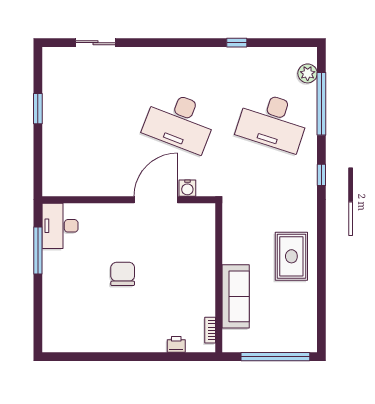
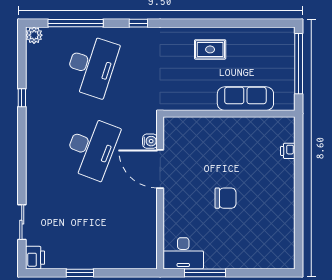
printer: (55, 58) -> (35, 258), added
plant: (308, 73) -> (34, 35), moved
rug: (291, 256) -> (210, 49), width x0.73, depth x0.70
chair: (123, 274) -> (226, 198), turned 180
bookcase: (210, 330) -> (275, 121), removed

